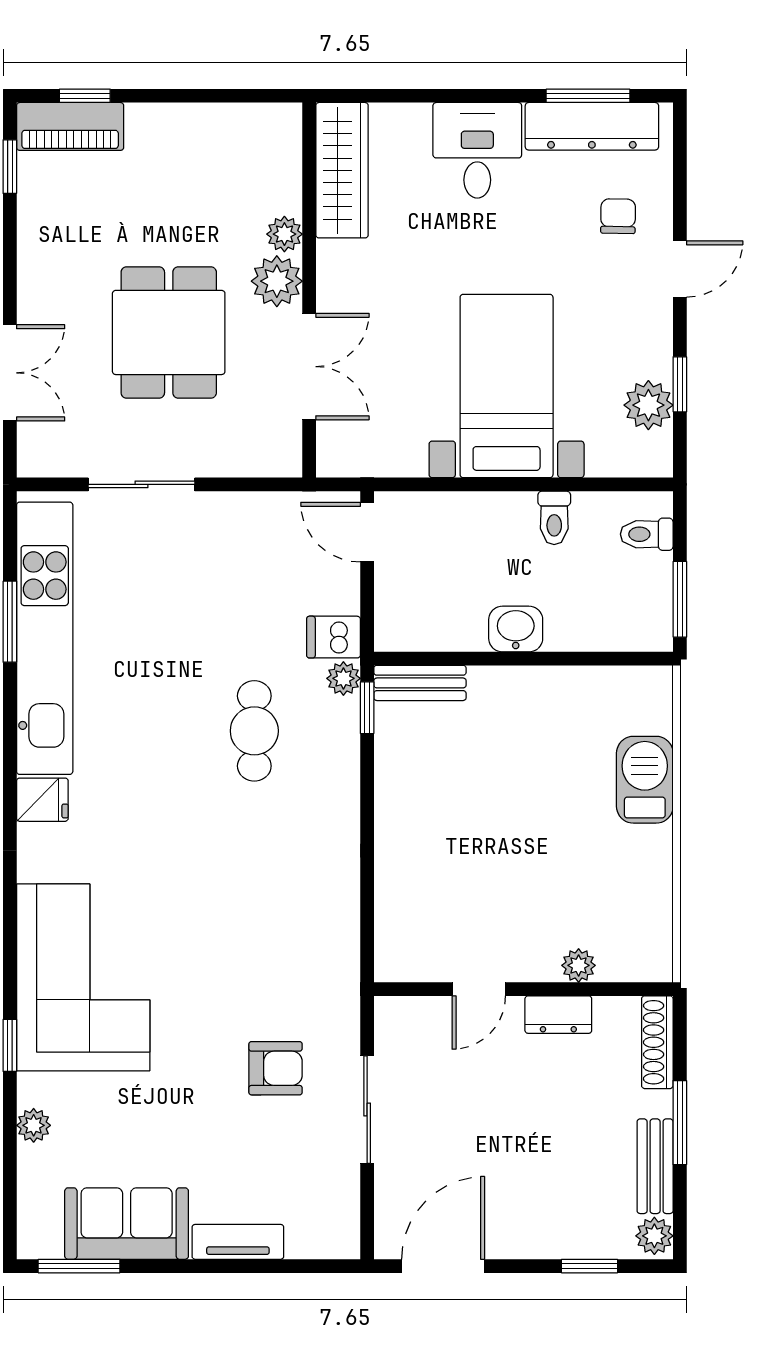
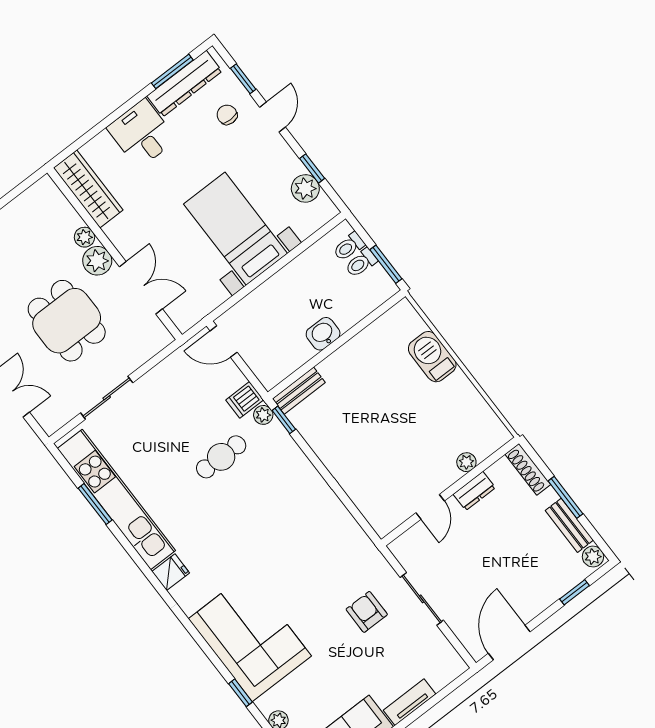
window: (680, 183) -> (243, 79), added
toilet: (554, 518) -> (361, 263), moved, turned 90
cafe table: (254, 731) -> (221, 457), moved, turned 90
armchair: (275, 1068) -> (367, 612), turned -90

